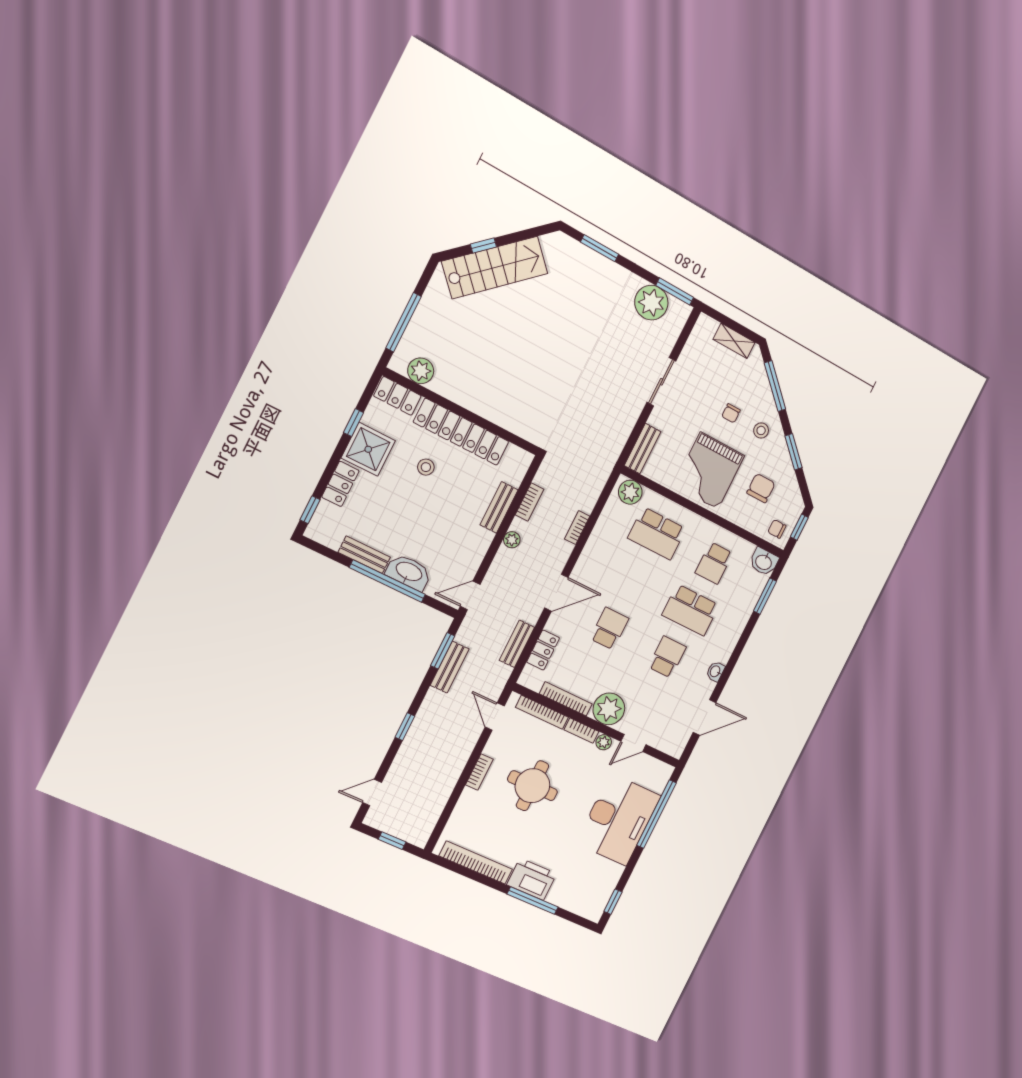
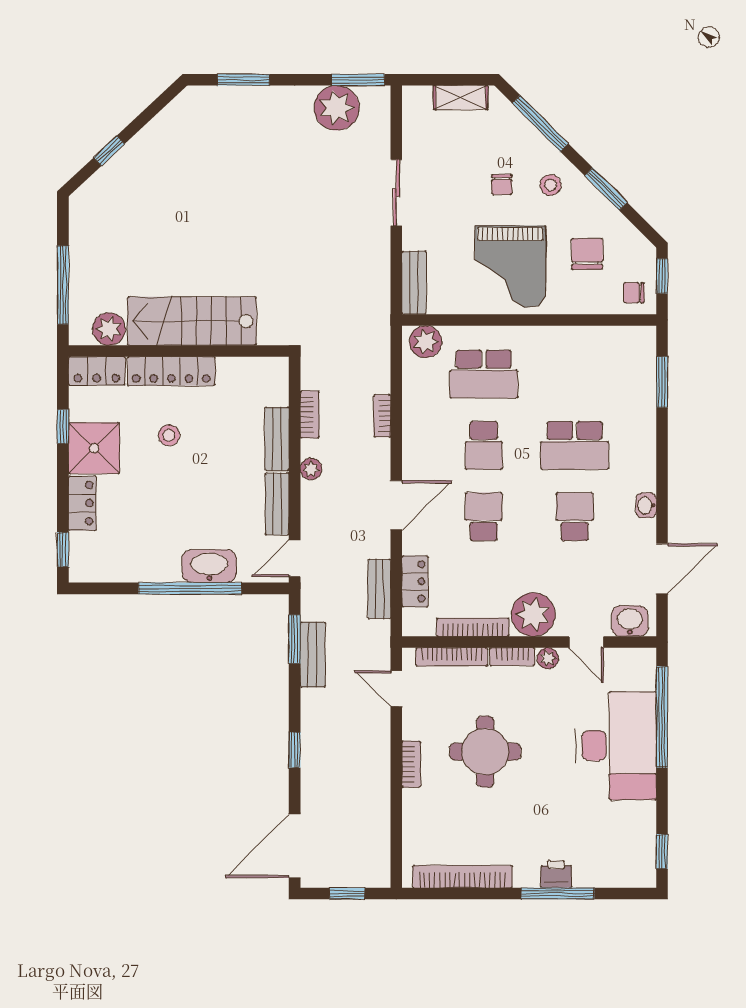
stairs: (495, 267) -> (192, 321), moved, turned -137
locker: (461, 432) -> (171, 371), width x0.71, depth x0.83
bench: (364, 555) -> (277, 504), moved, turned 90
washbasin: (764, 562) -> (630, 621), moved, turned 180
school desk: (714, 563) -> (484, 445), moved
door: (633, 743) -> (586, 642), hinge flipped
door: (372, 793) -> (295, 846), width x1.88
printer: (532, 879) -> (556, 874), width x0.53, depth x0.68

